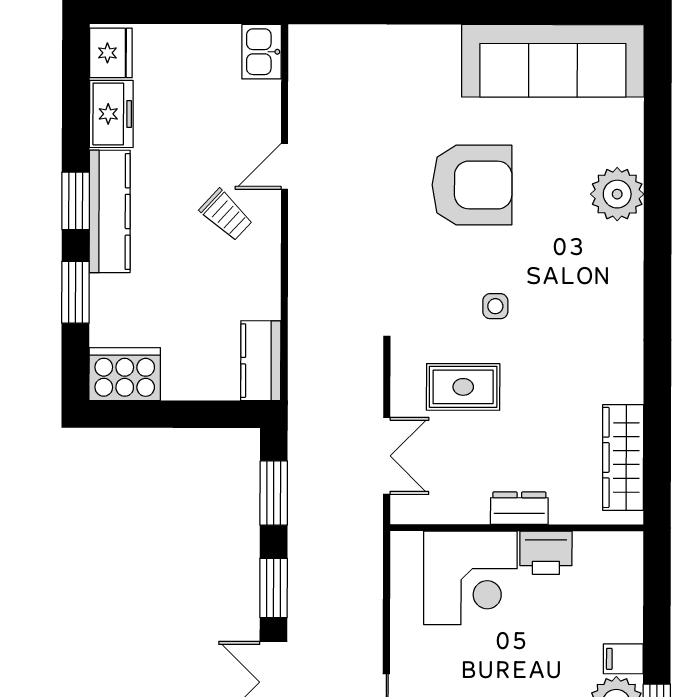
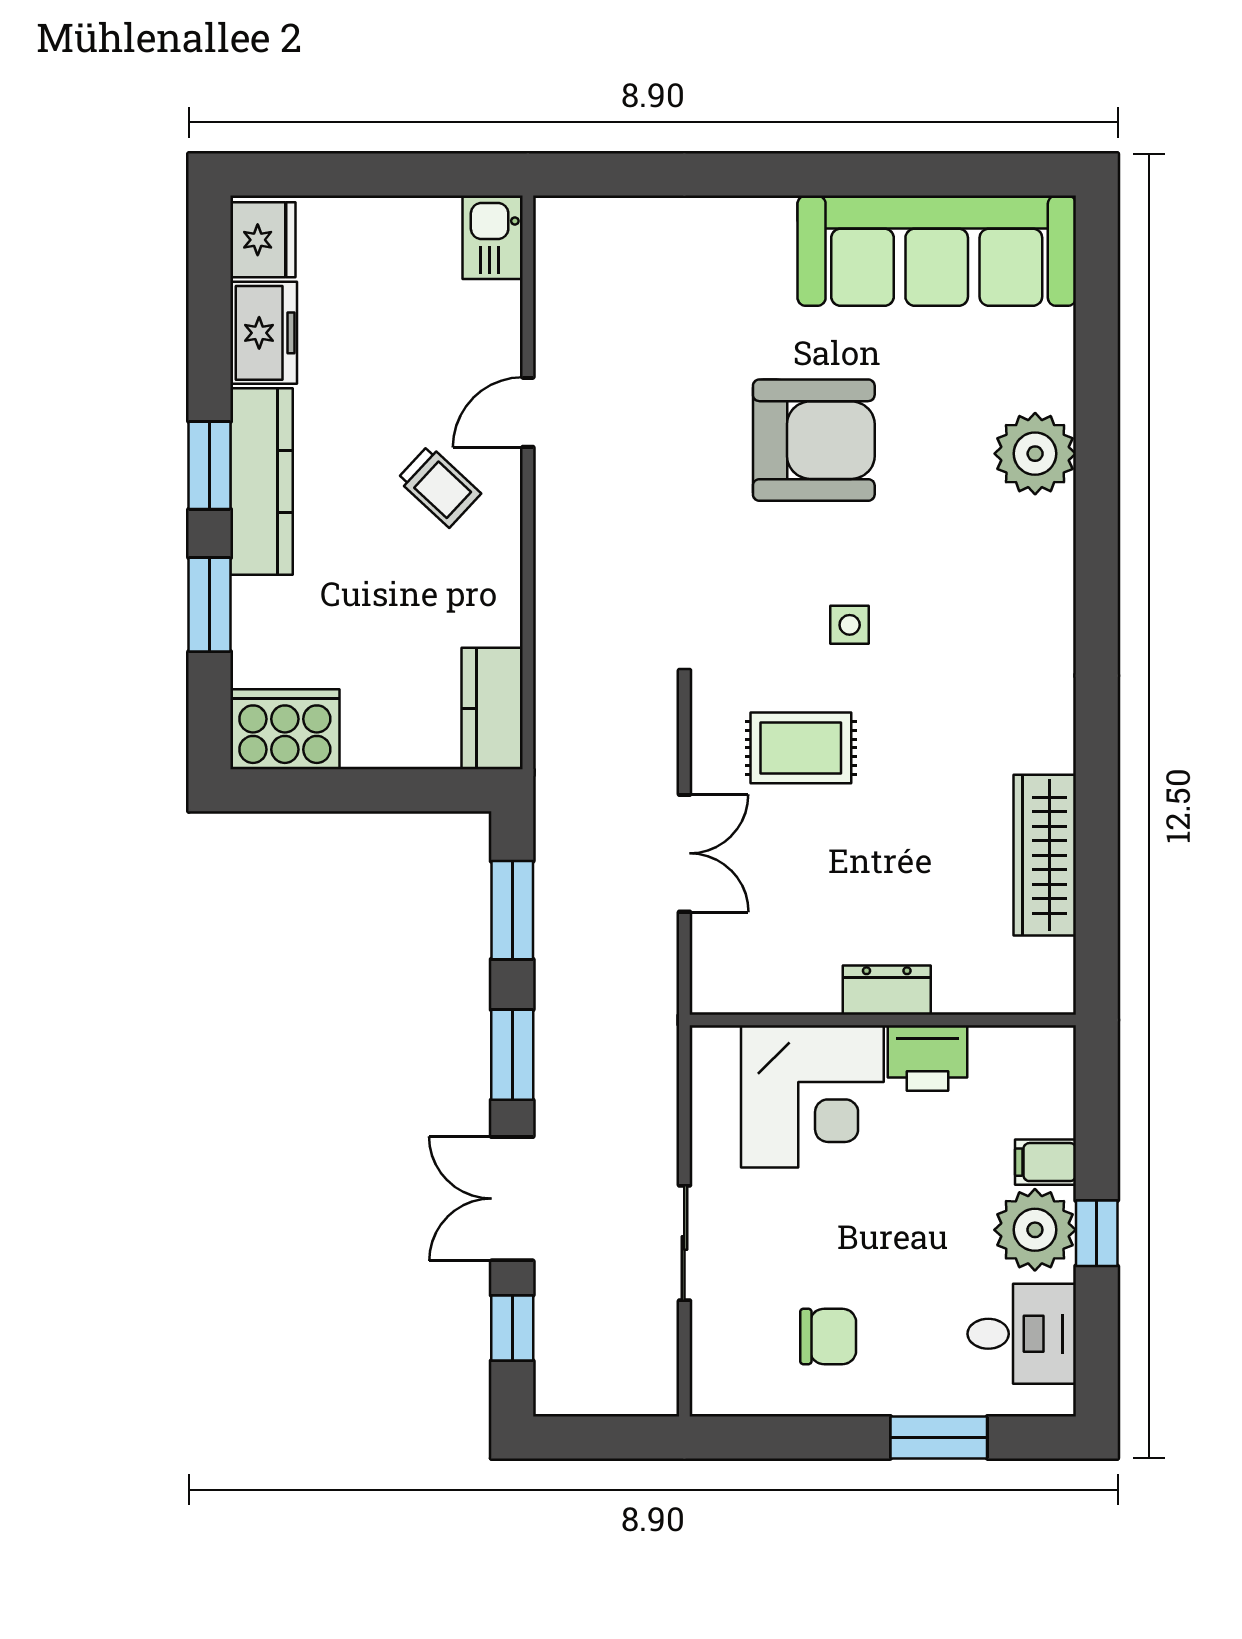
dresser: (519, 508) -> (887, 990), moved
wall: (517, 528) -> (883, 1020), moved
printer: (546, 553) -> (927, 1058), moved
corner desk: (470, 578) -> (812, 1096), moved

